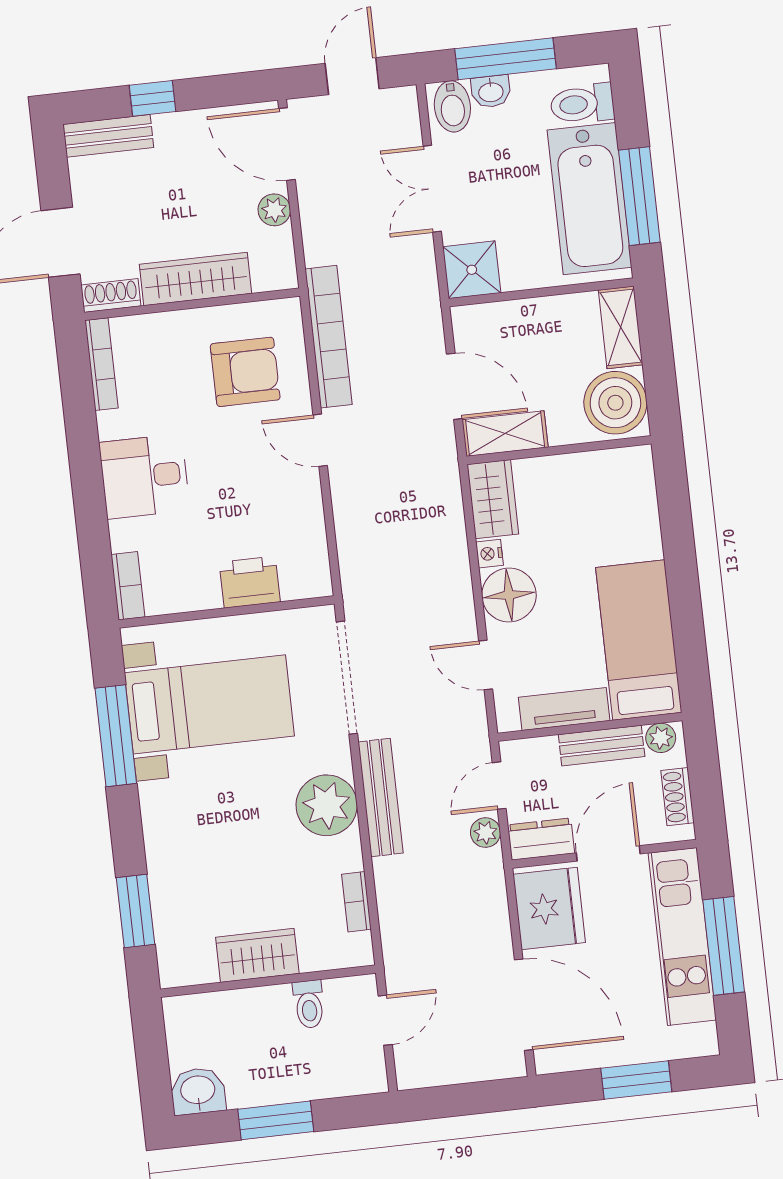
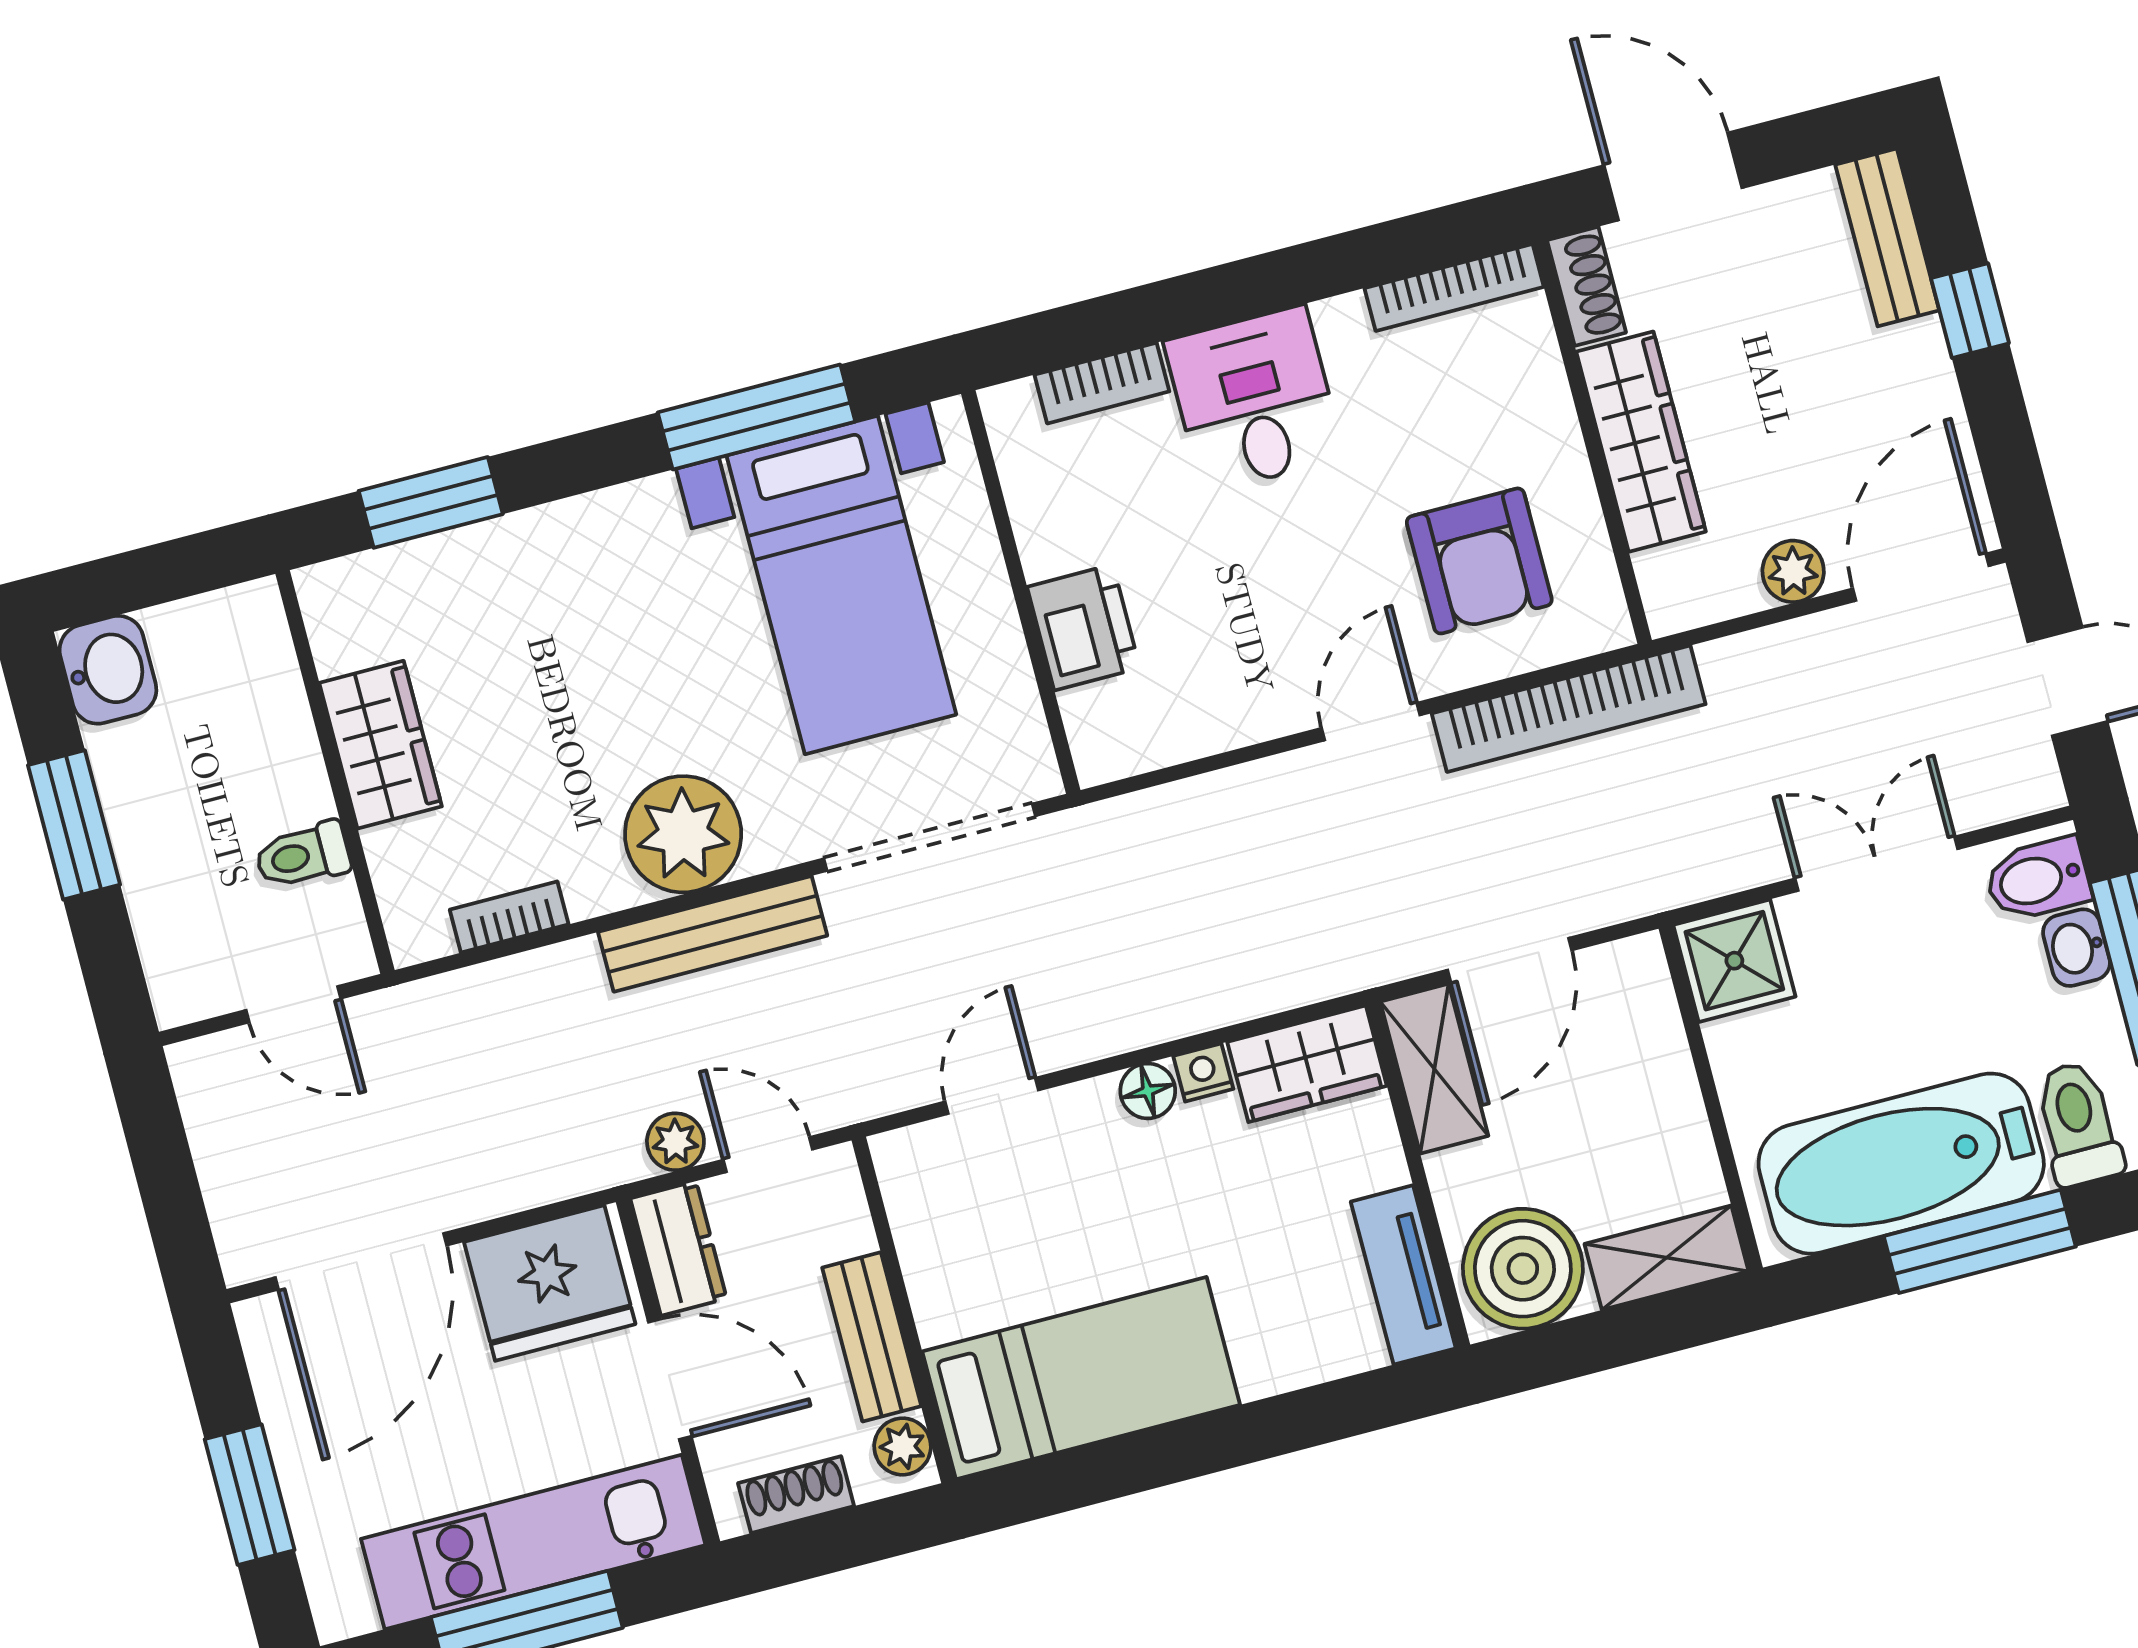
window: (639, 196) -> (1980, 1241), moved
bookcase: (128, 586) -> (1102, 383), moved
floor lamp: (509, 595) -> (1148, 1091), width x0.53, depth x0.53
tv unit: (564, 709) -> (1403, 1275), moved, turned 180

